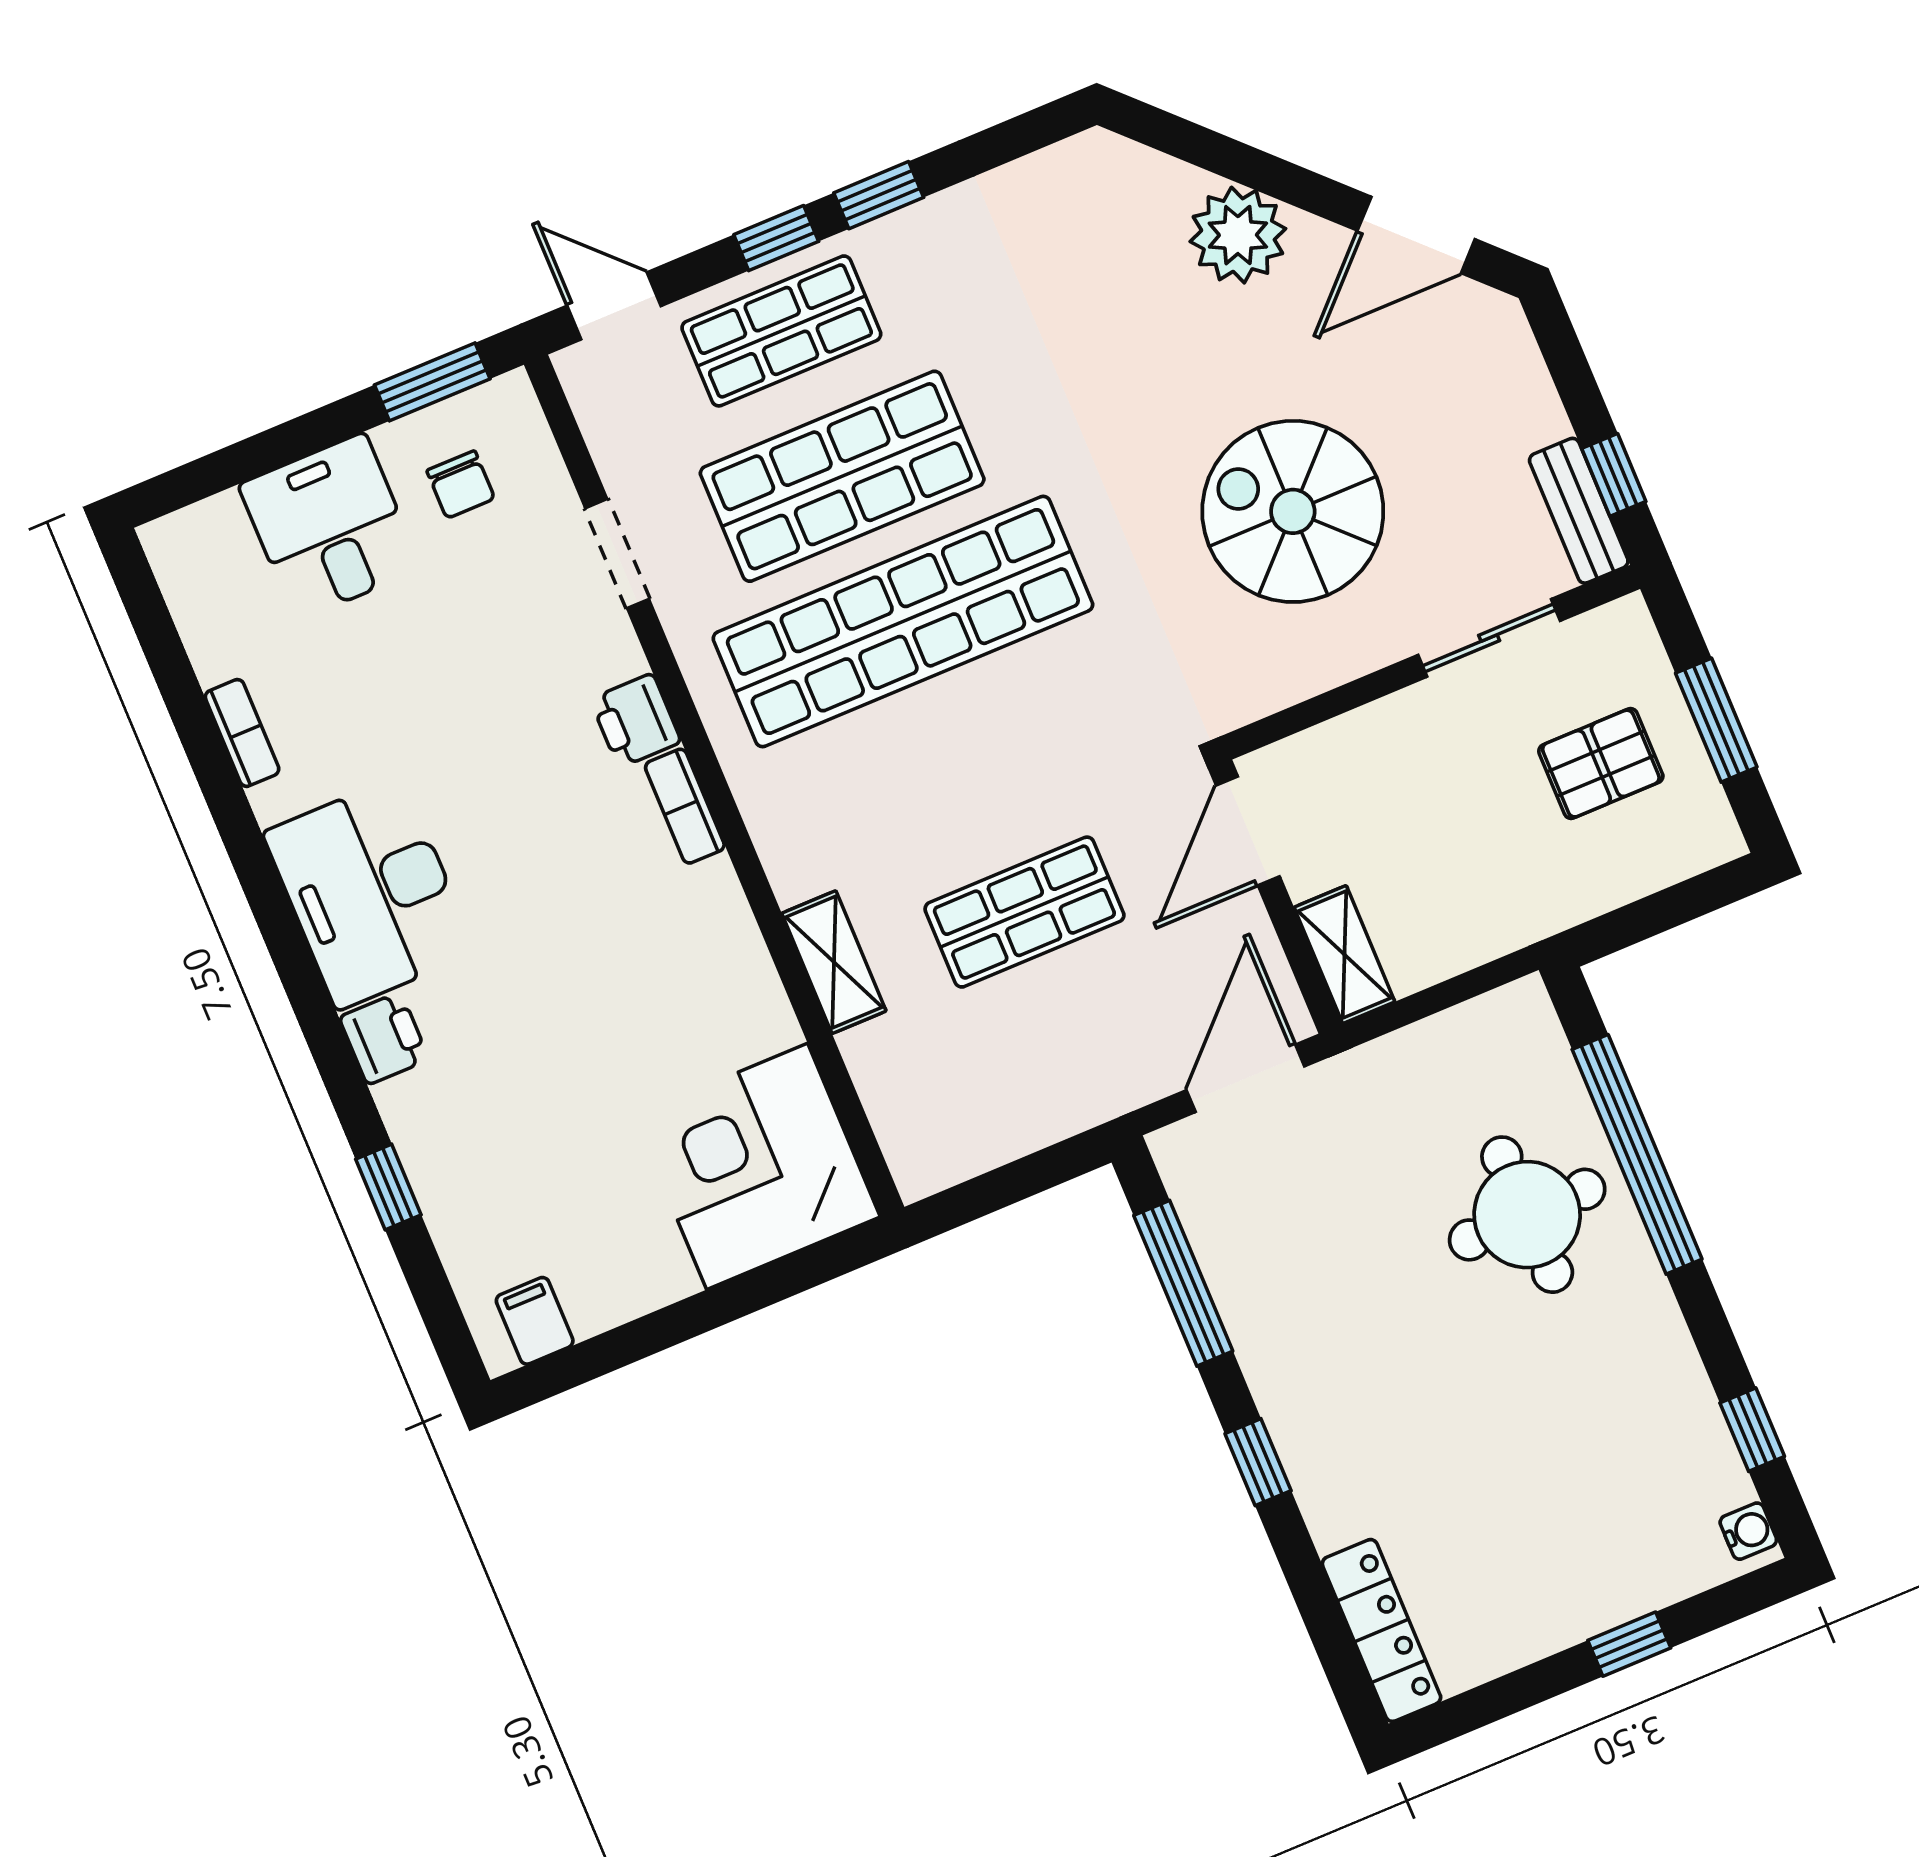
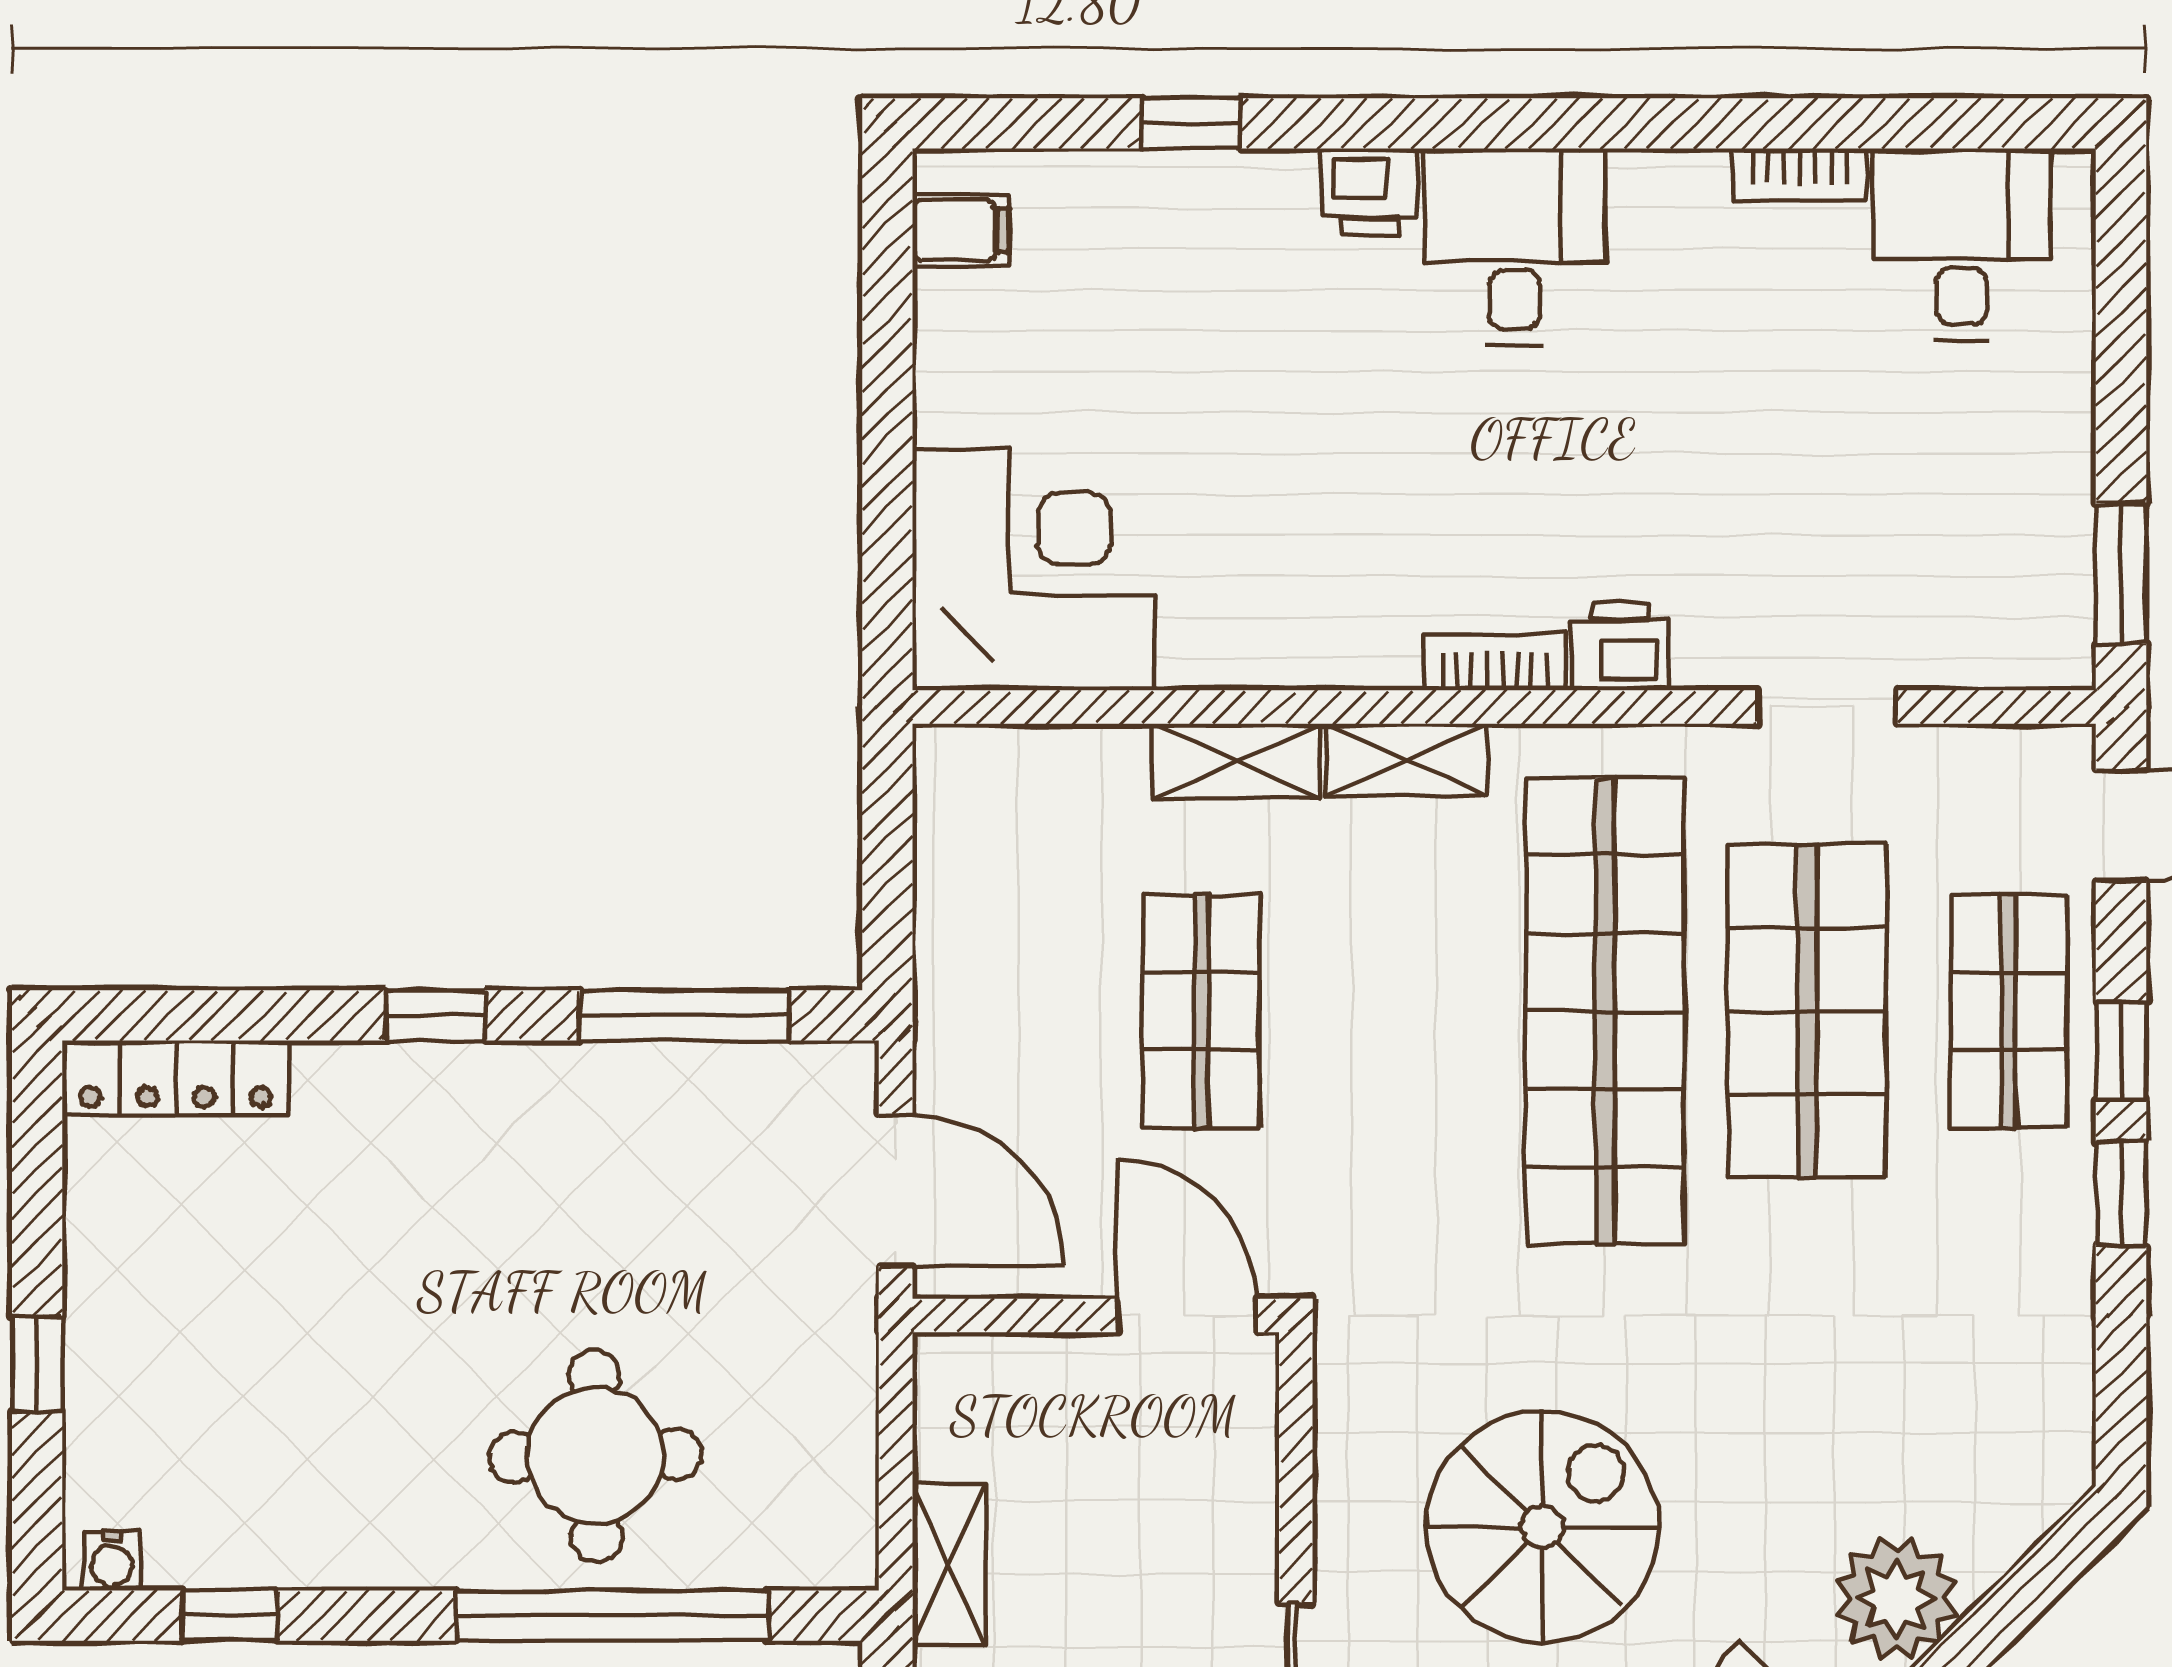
chair: (461, 485) -> (1986, 556), removed
desk: (330, 527) -> (1962, 244), moved, turned -90
shelving: (781, 840) -> (1406, 759), added
desk: (369, 893) -> (1514, 247), width x0.73
shelving: (1344, 954) -> (949, 1565), moved, turned 90

